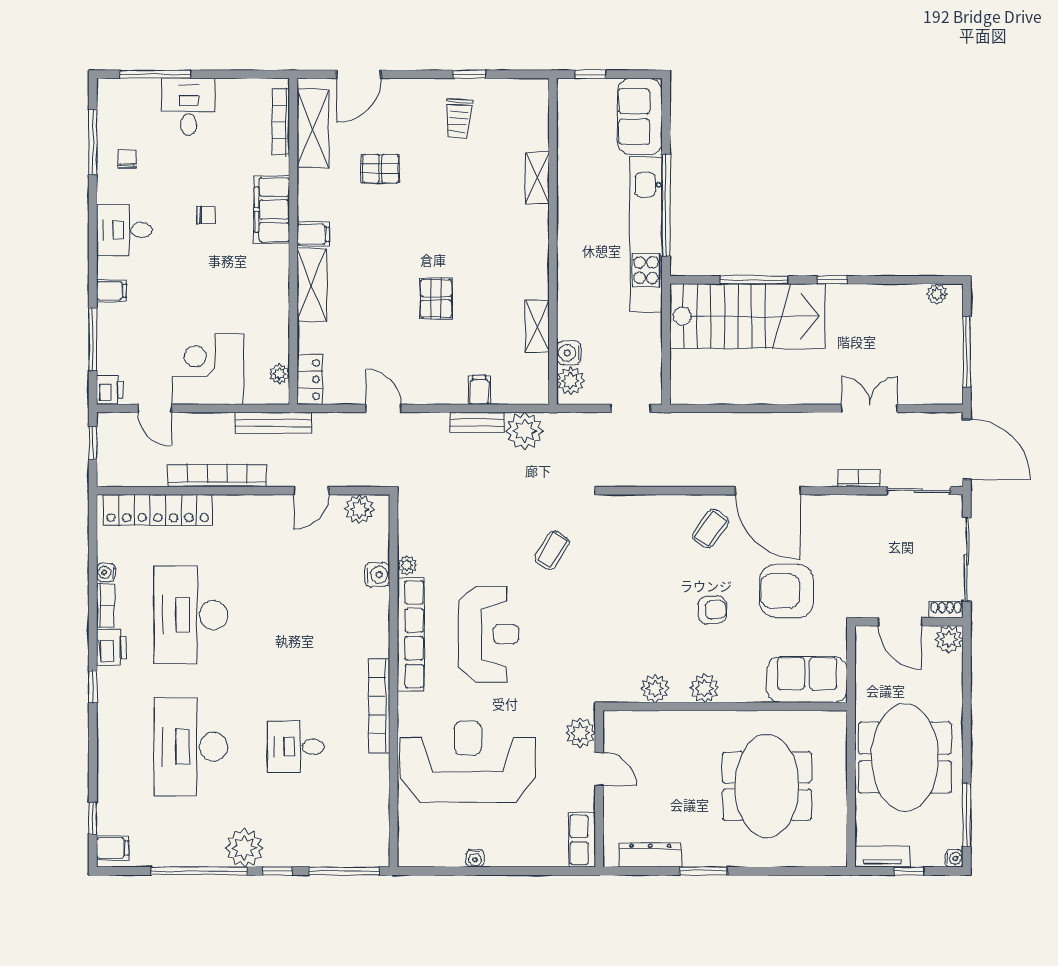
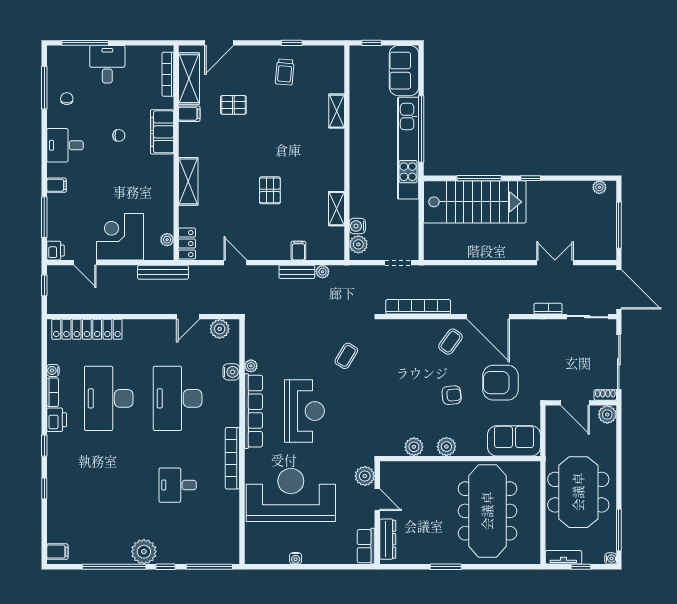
filing cabinet: (313, 234) -> (189, 114), moved
plant: (525, 431) -> (323, 272), width x0.53, depth x0.53
bookcase: (217, 476) -> (418, 307), moved
desk: (191, 747) -> (178, 398), moved
meeting table: (767, 786) -> (487, 511), width x1.36
window: (93, 818) -> (44, 488), moved
dresser: (650, 855) -> (388, 539), moved, turned 90

